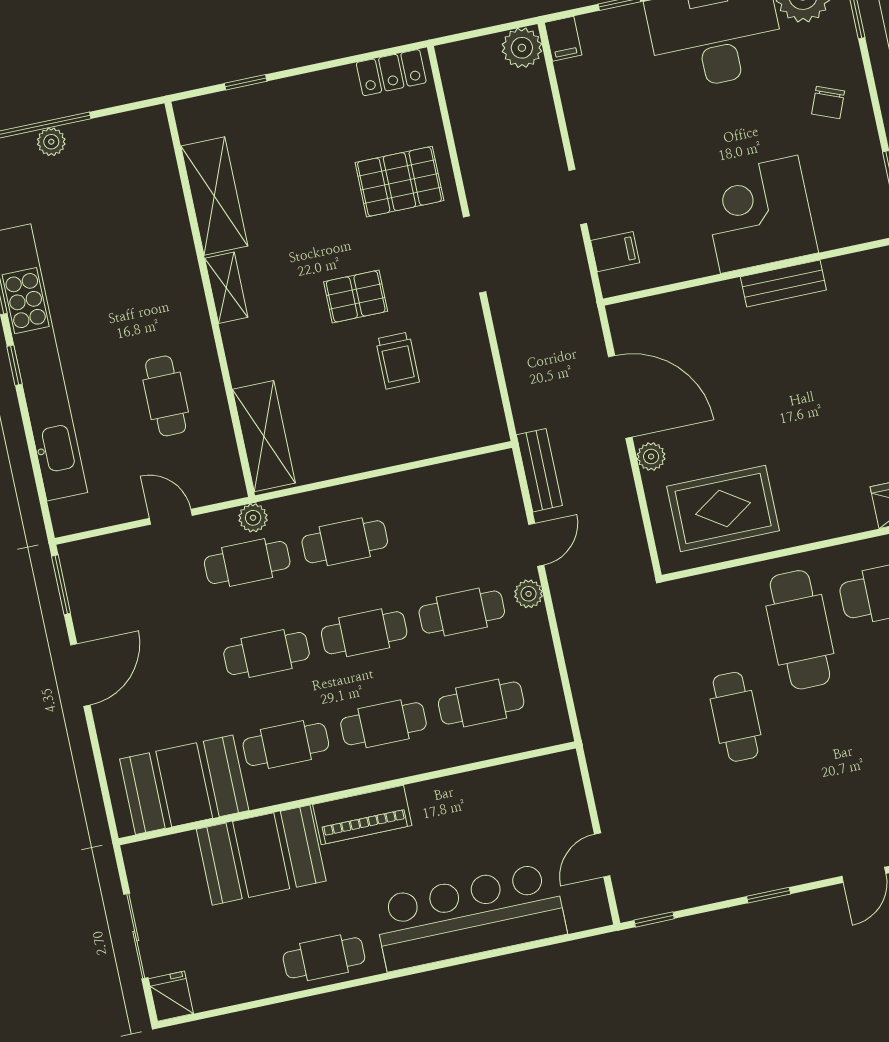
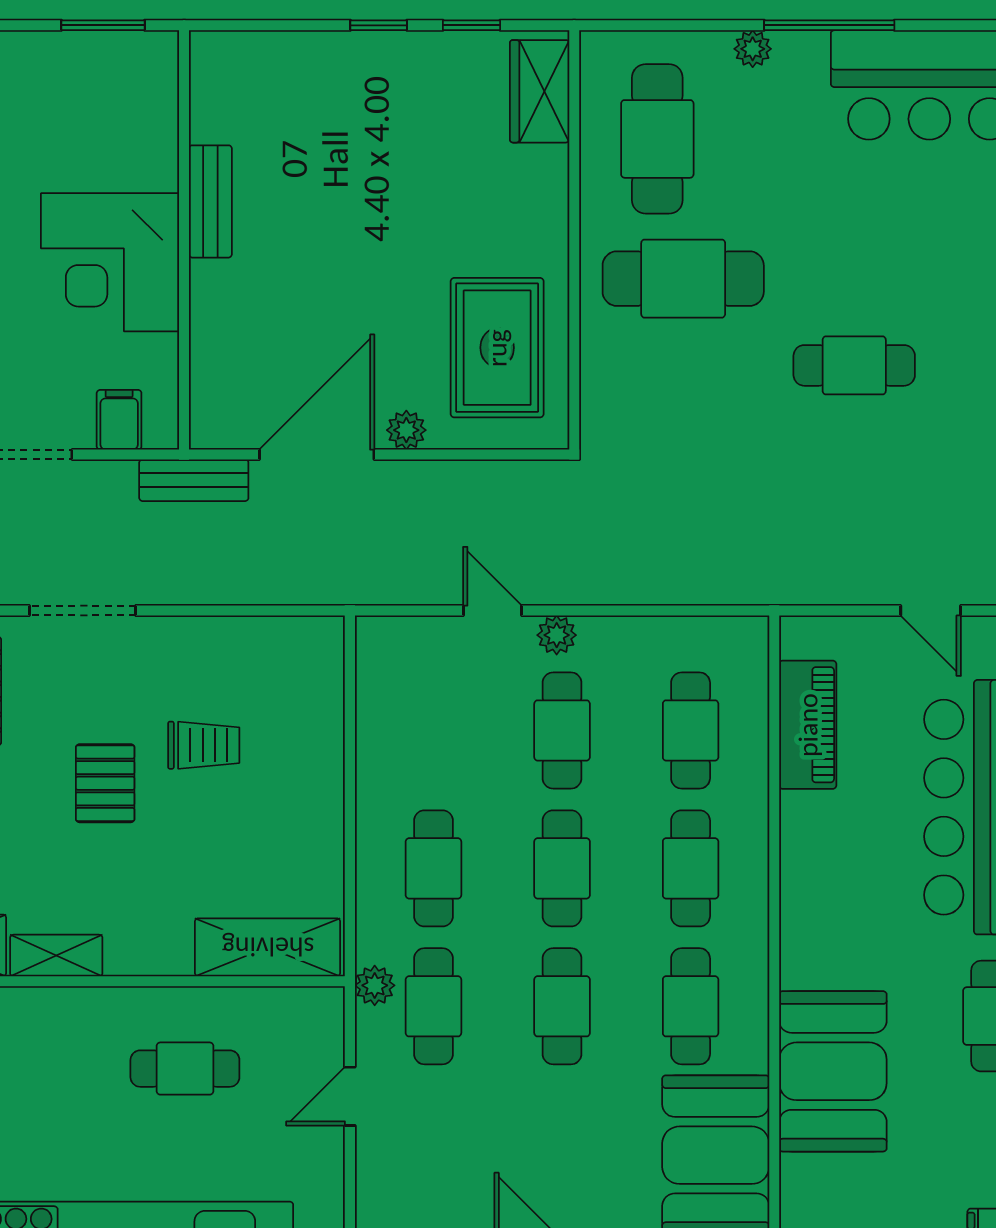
corner desk: (759, 214) -> (110, 262), moved
bench: (539, 470) -> (194, 480), moved
cafe table: (735, 717) -> (854, 365), moved
piano: (362, 815) -> (808, 725), moved

